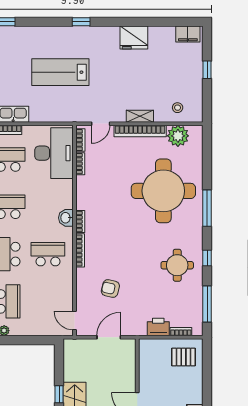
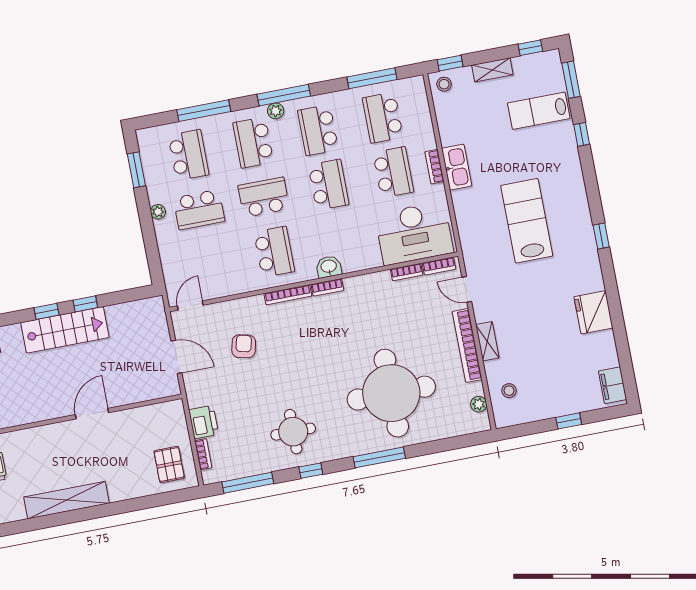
plant: (178, 136) -> (479, 404), width x0.53, depth x0.53

